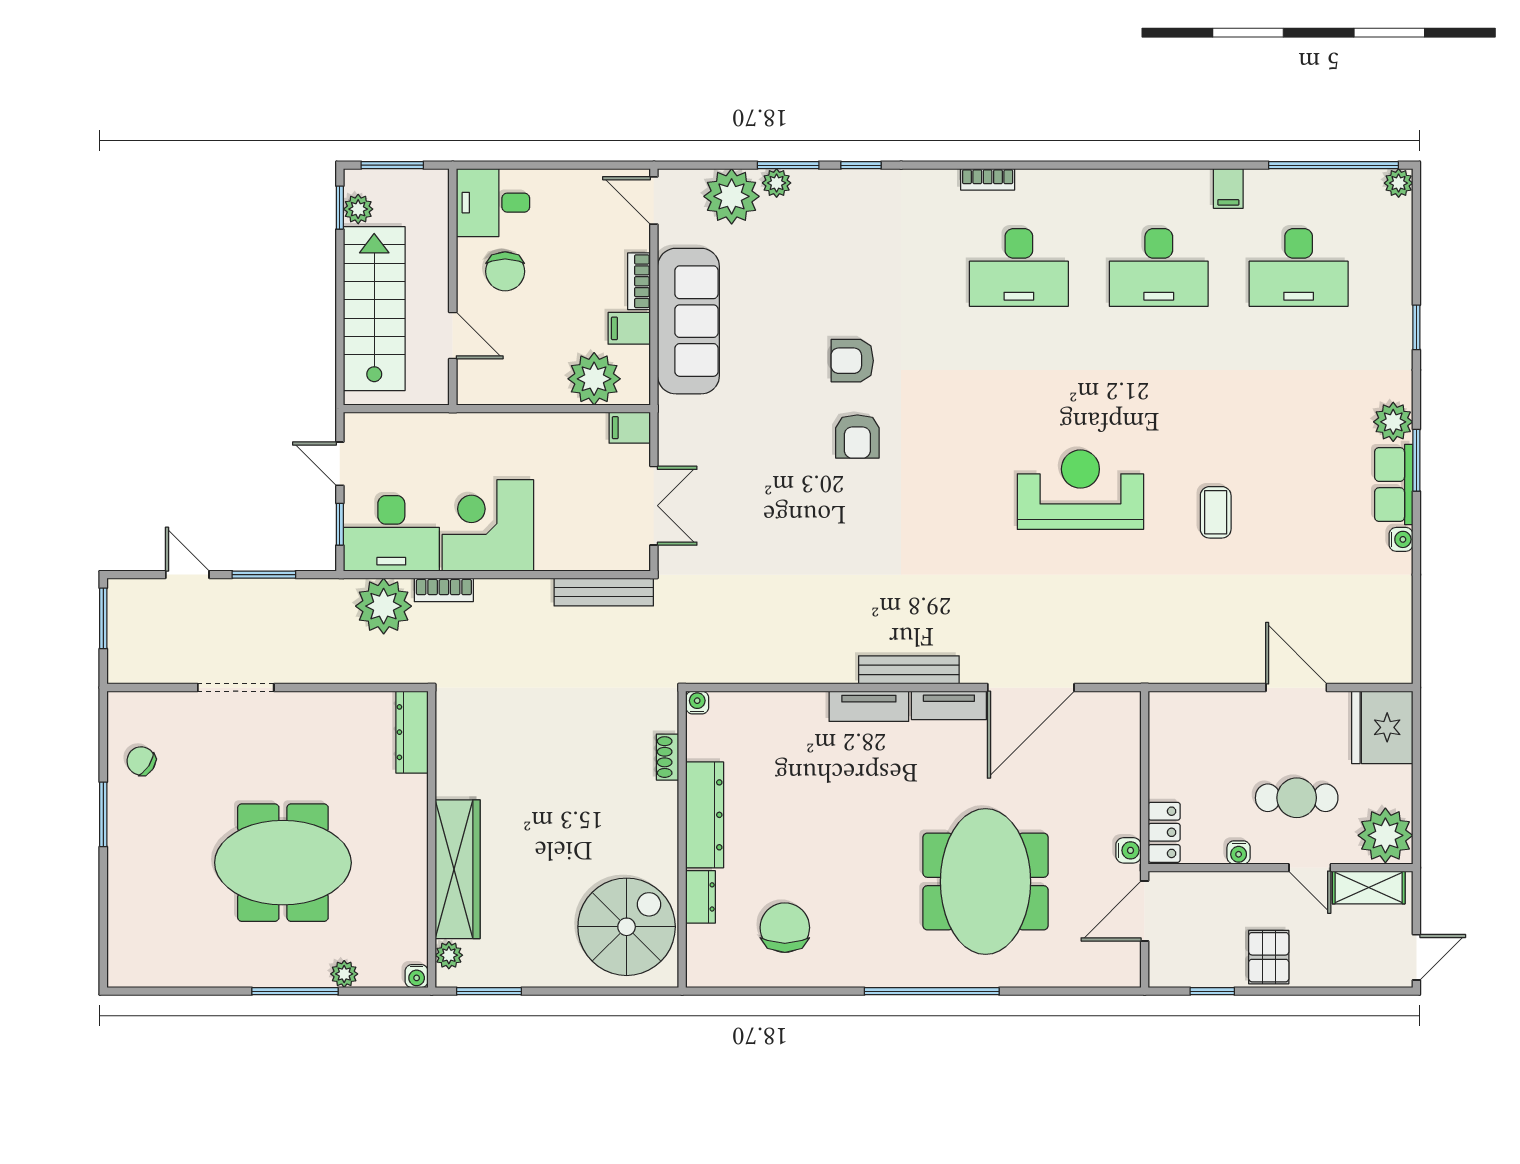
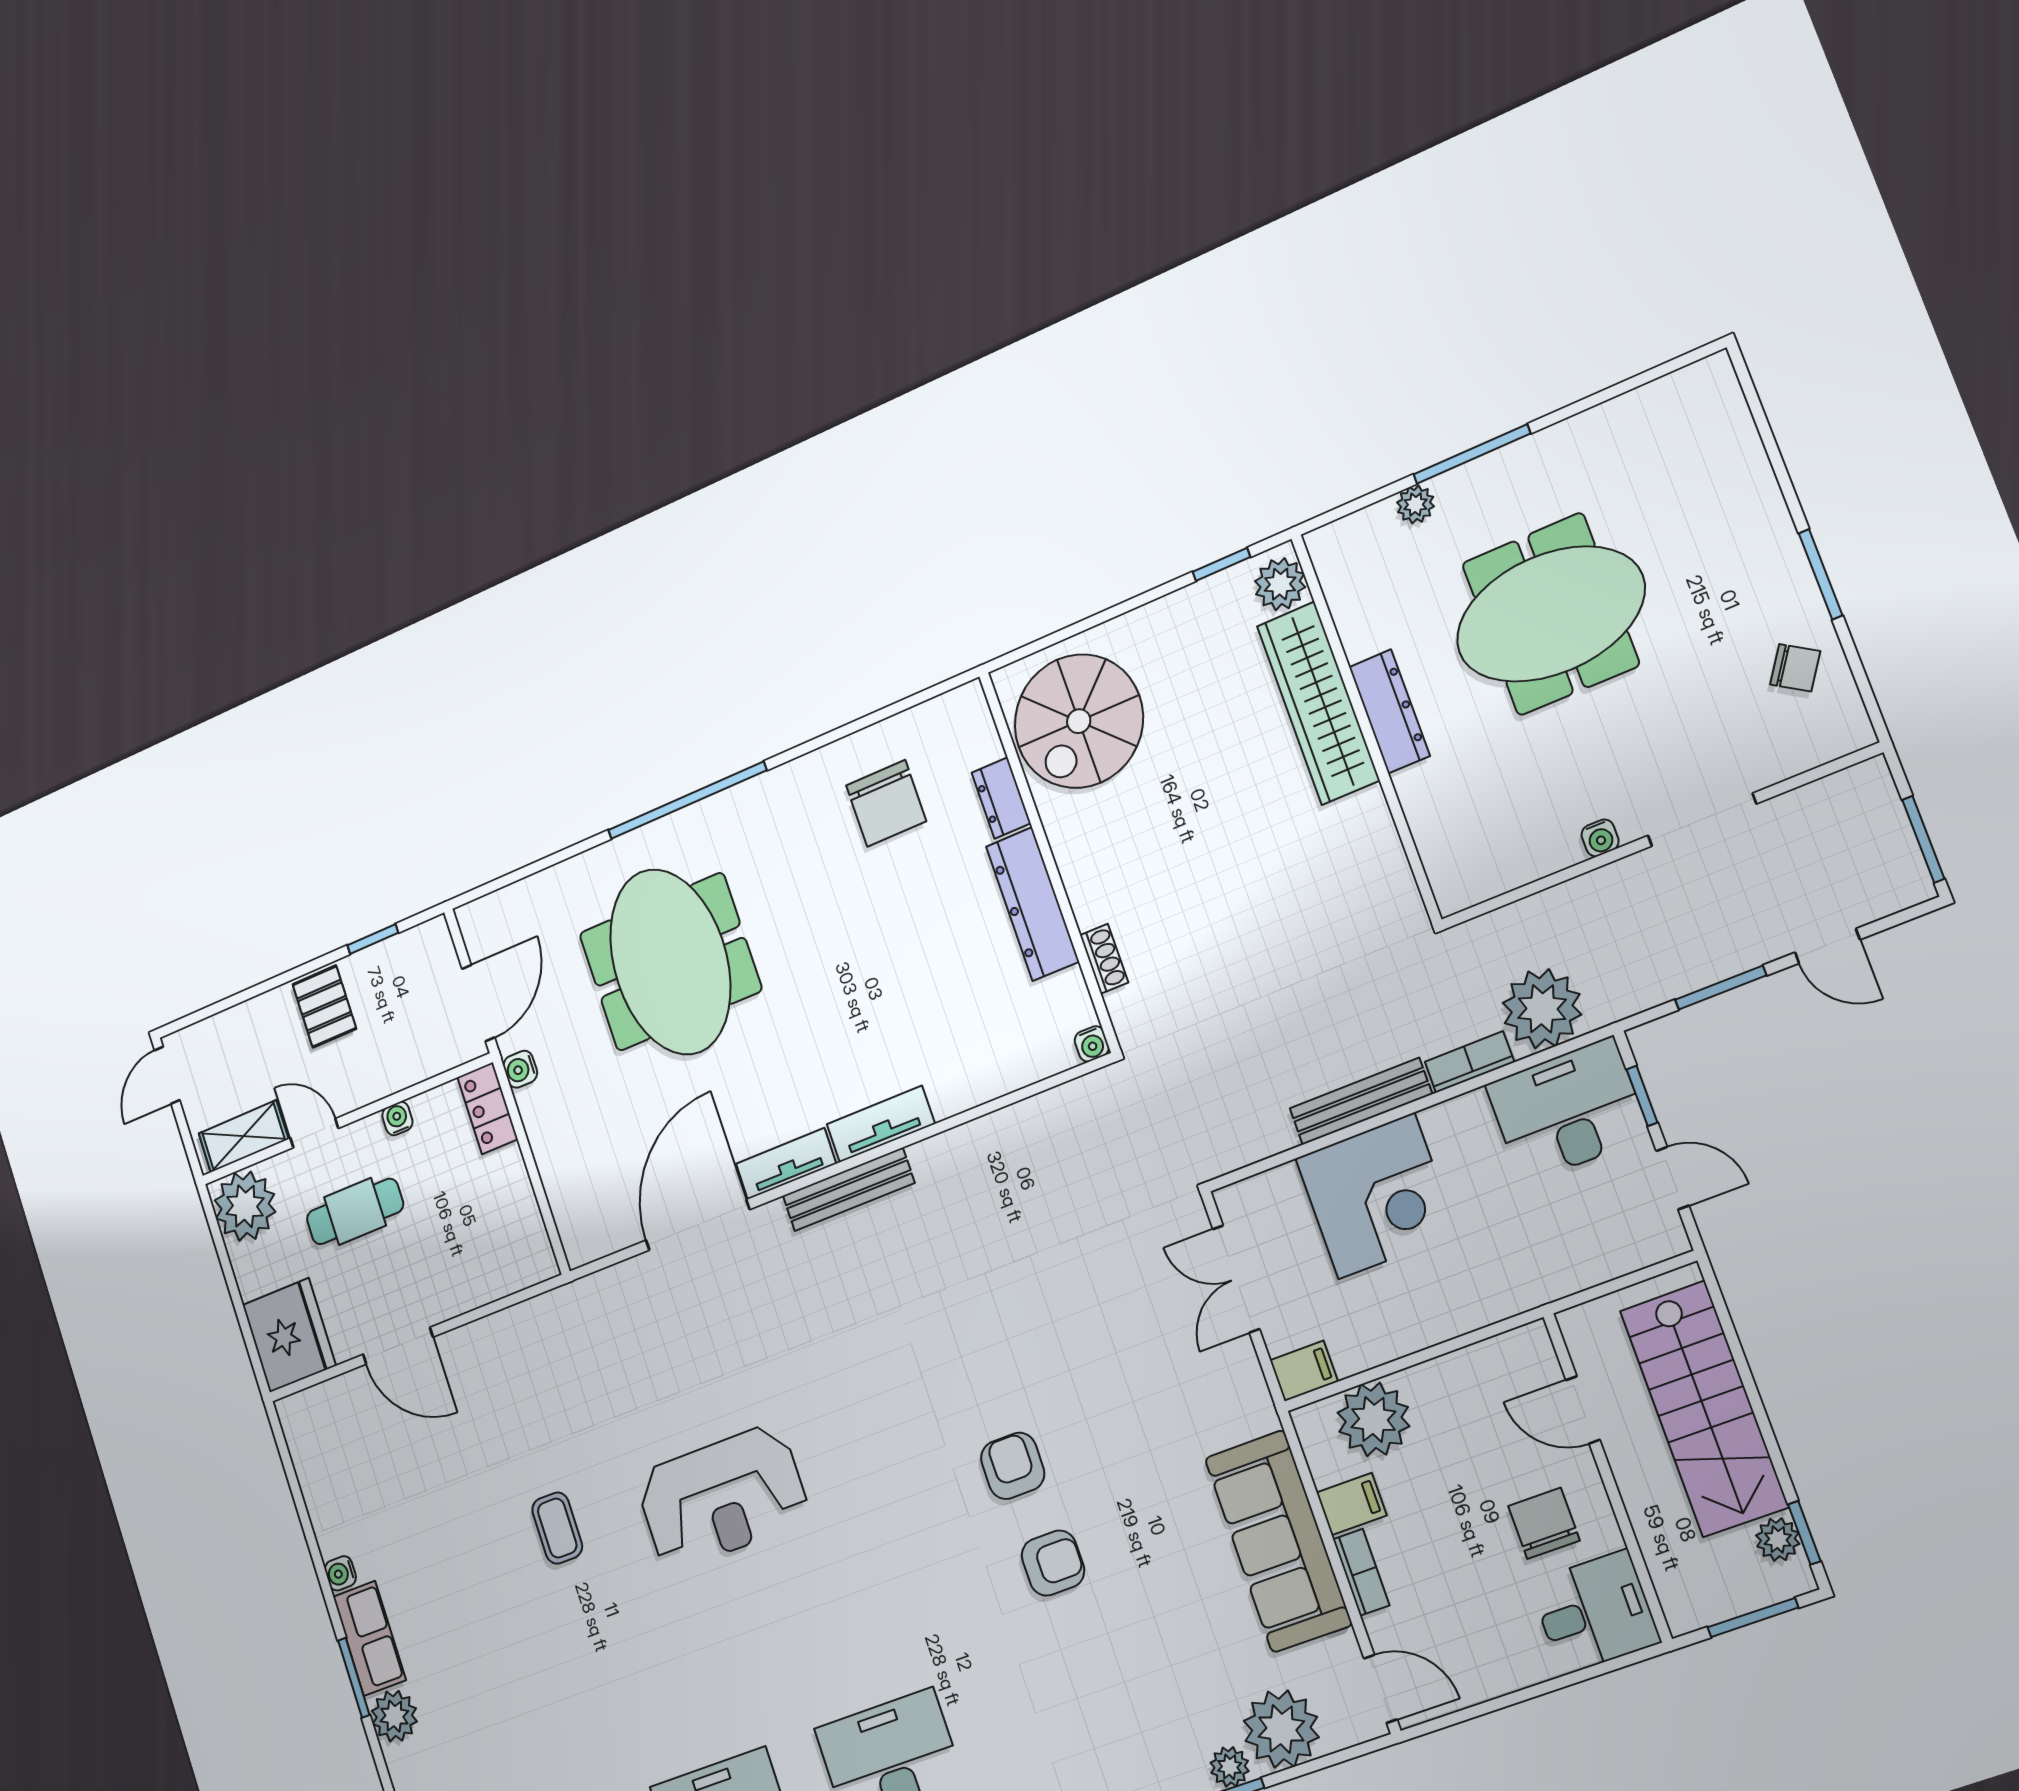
corner desk: (488, 525) -> (1376, 1196), moved
bench: (604, 592) -> (1361, 1101), moved
dresser: (412, 732) -> (1389, 711), moved
plant: (449, 955) -> (1280, 584), width x1.38, depth x1.38
water cooler: (417, 976) -> (1600, 838), moved, turned 180
window: (489, 991) -> (1222, 564), width x0.67

